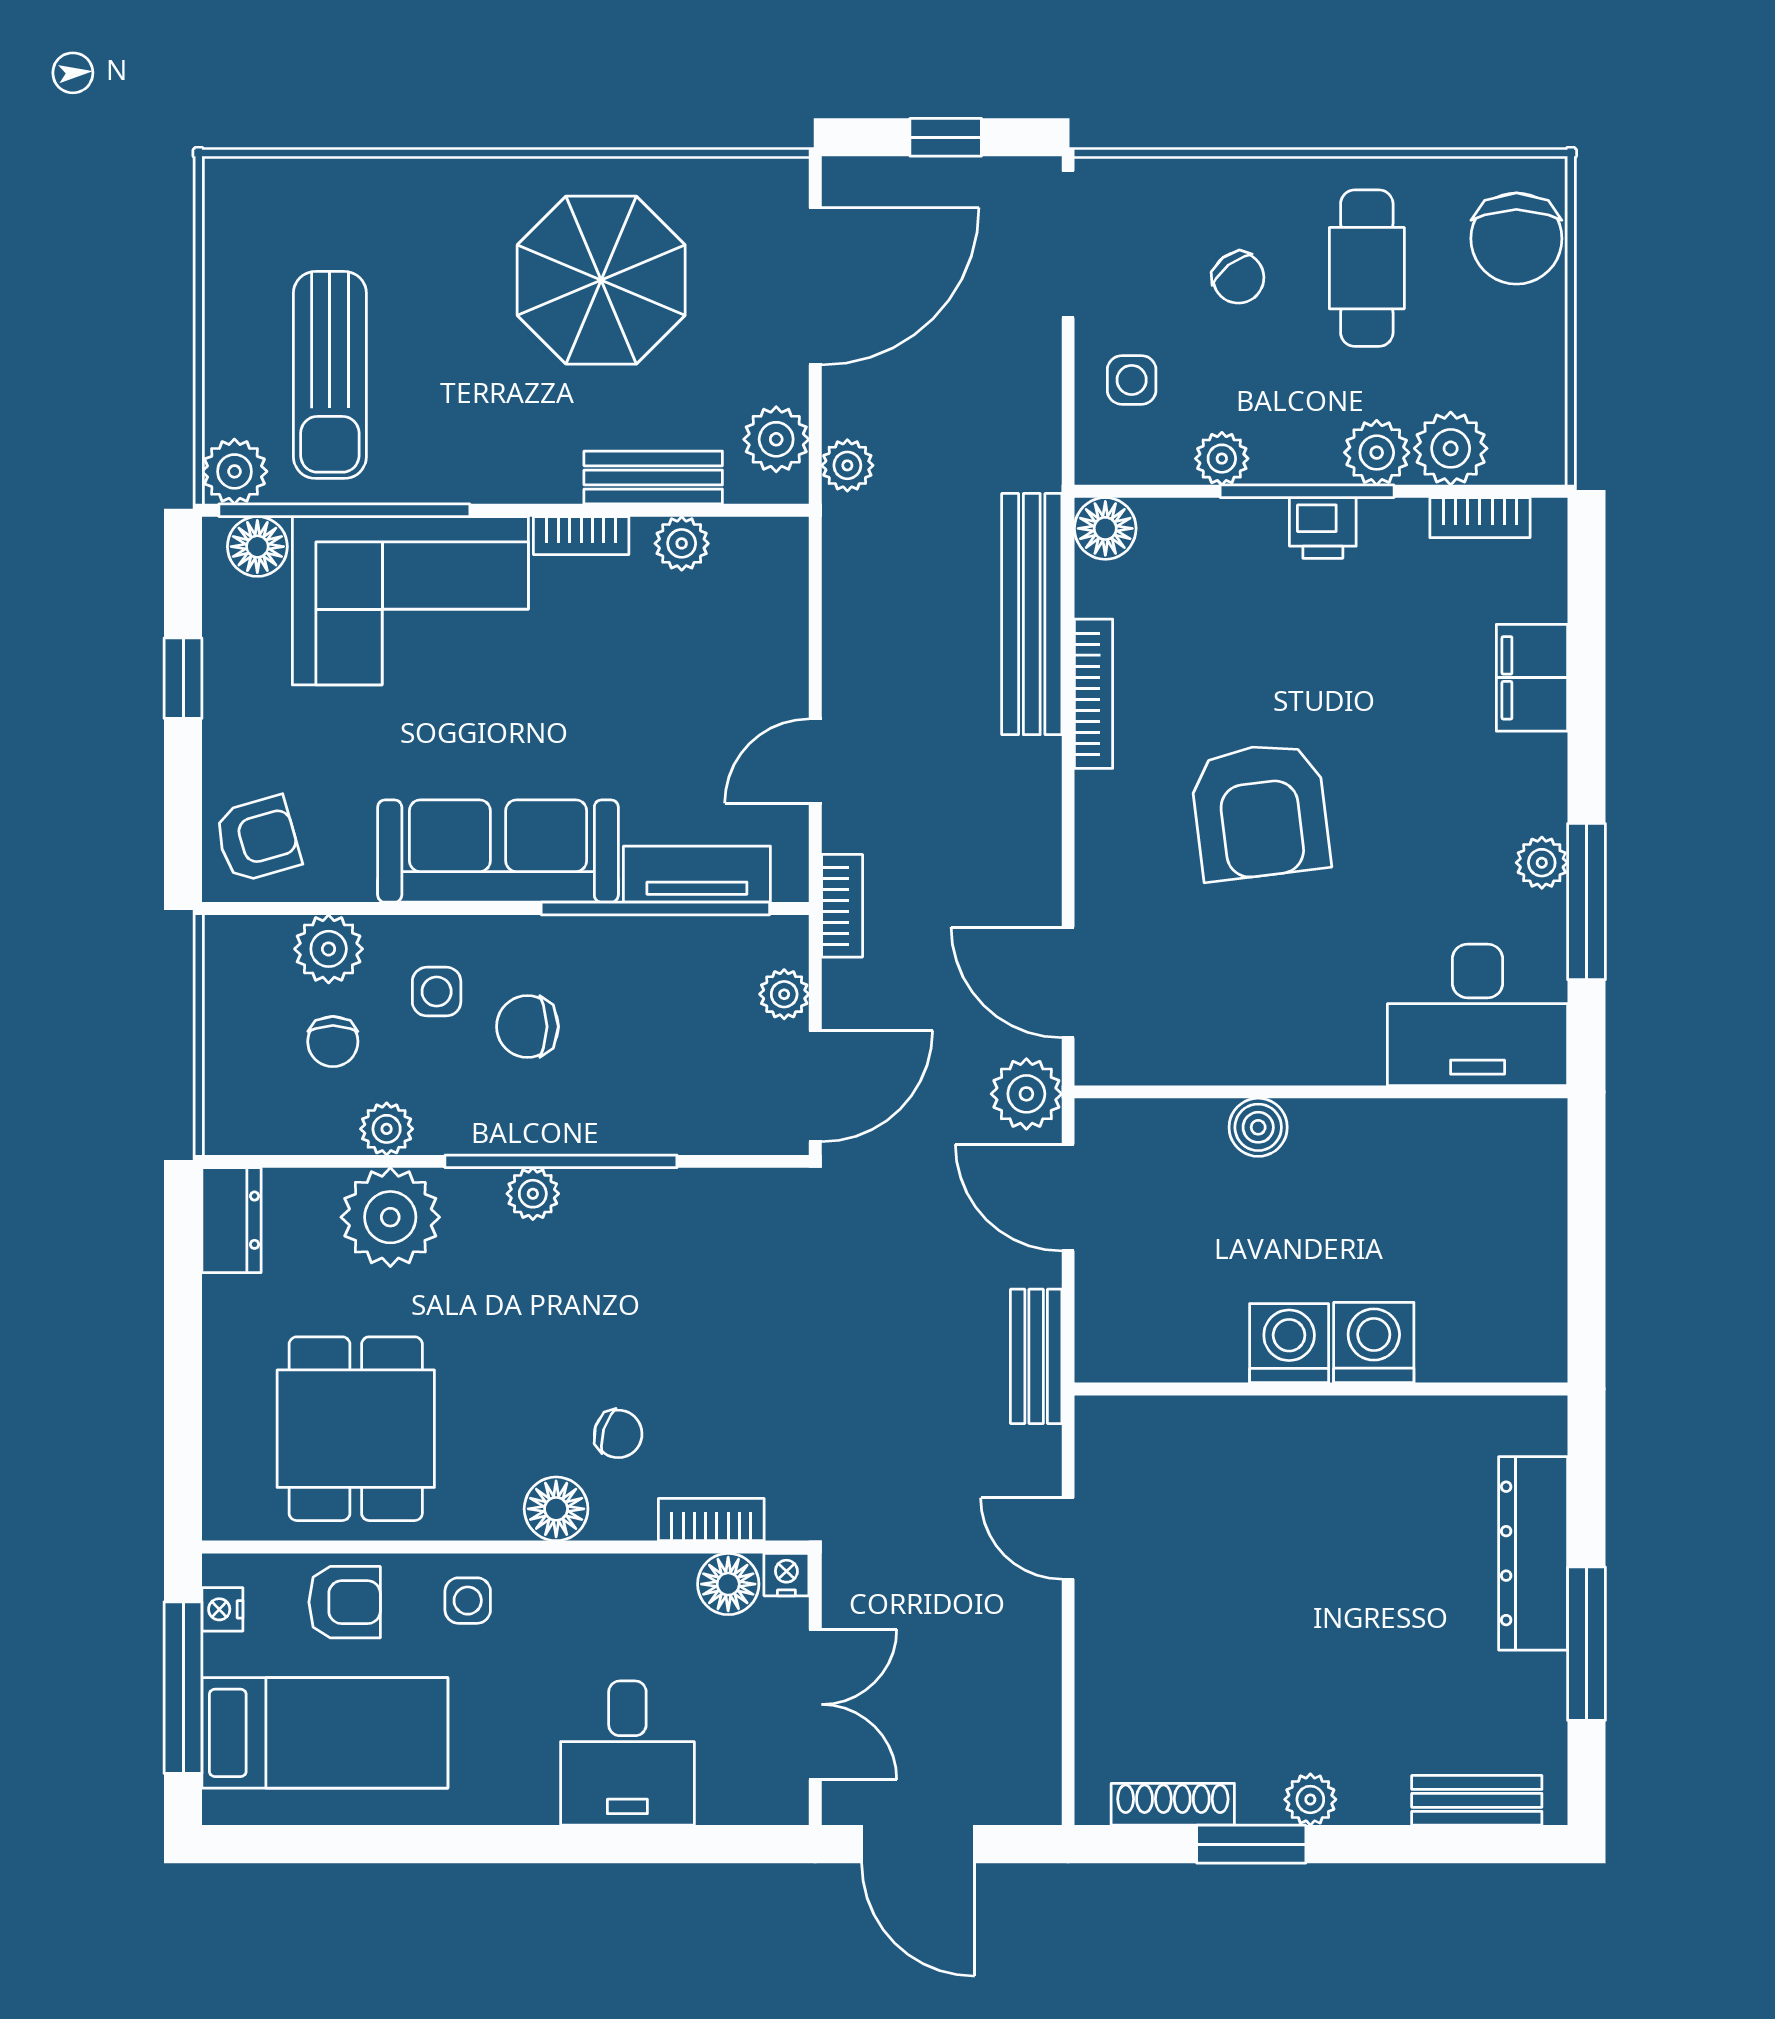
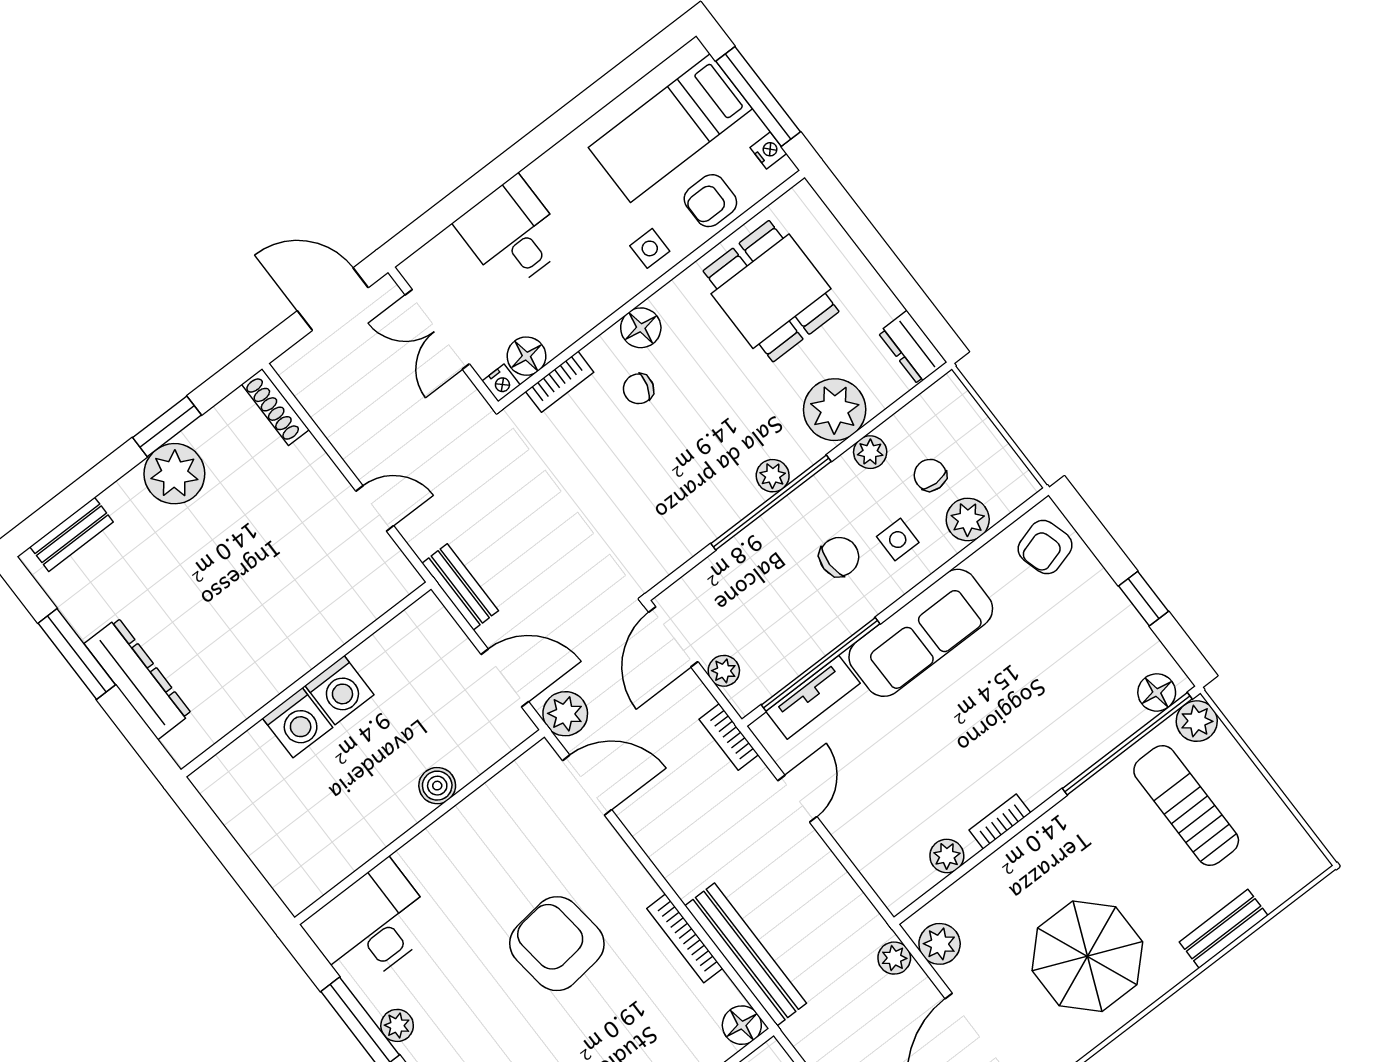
bench: (653, 477) -> (1224, 929), moved
corner sofa: (410, 601) -> (1060, 724), removed
plant: (1310, 1799) -> (174, 474), width x1.87, depth x1.87
shoe rack: (1173, 1804) -> (275, 407), moved, turned 90

